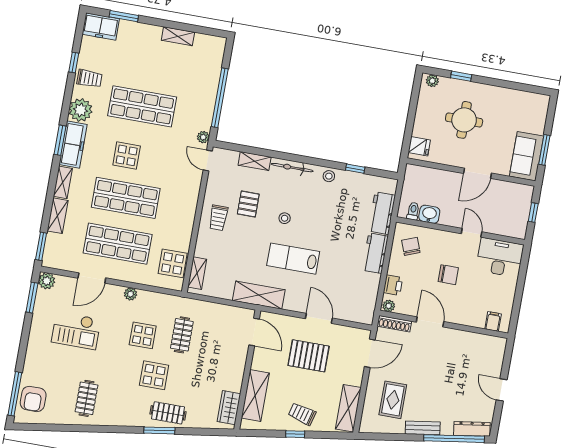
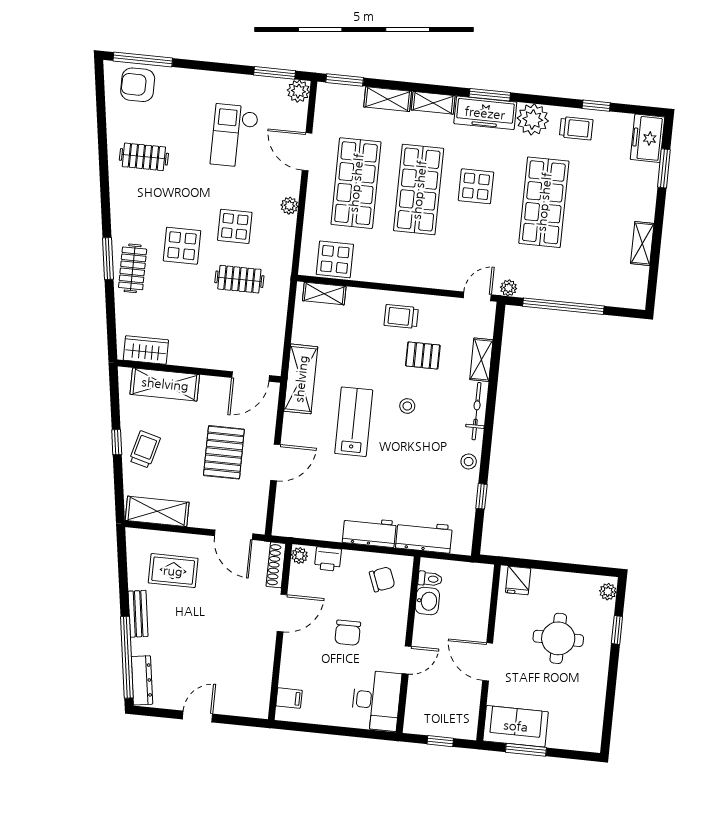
trolley: (89, 78) -> (576, 128), turned -90

